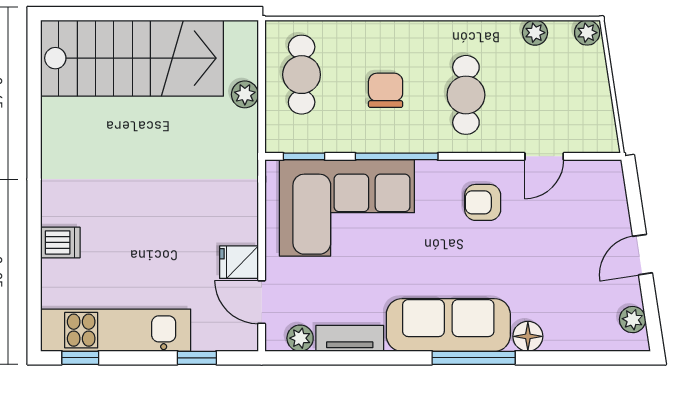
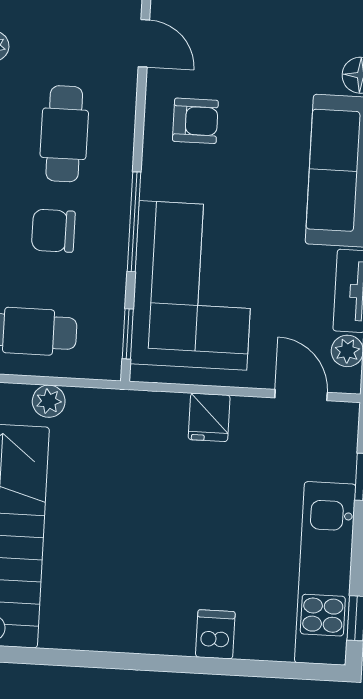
cafe table: (466, 95) -> (64, 134), turned 90
armchair: (483, 202) -> (195, 121), turned -90
fridge: (239, 262) -> (209, 417), moved
door: (262, 302) -> (301, 395), swing flipped

